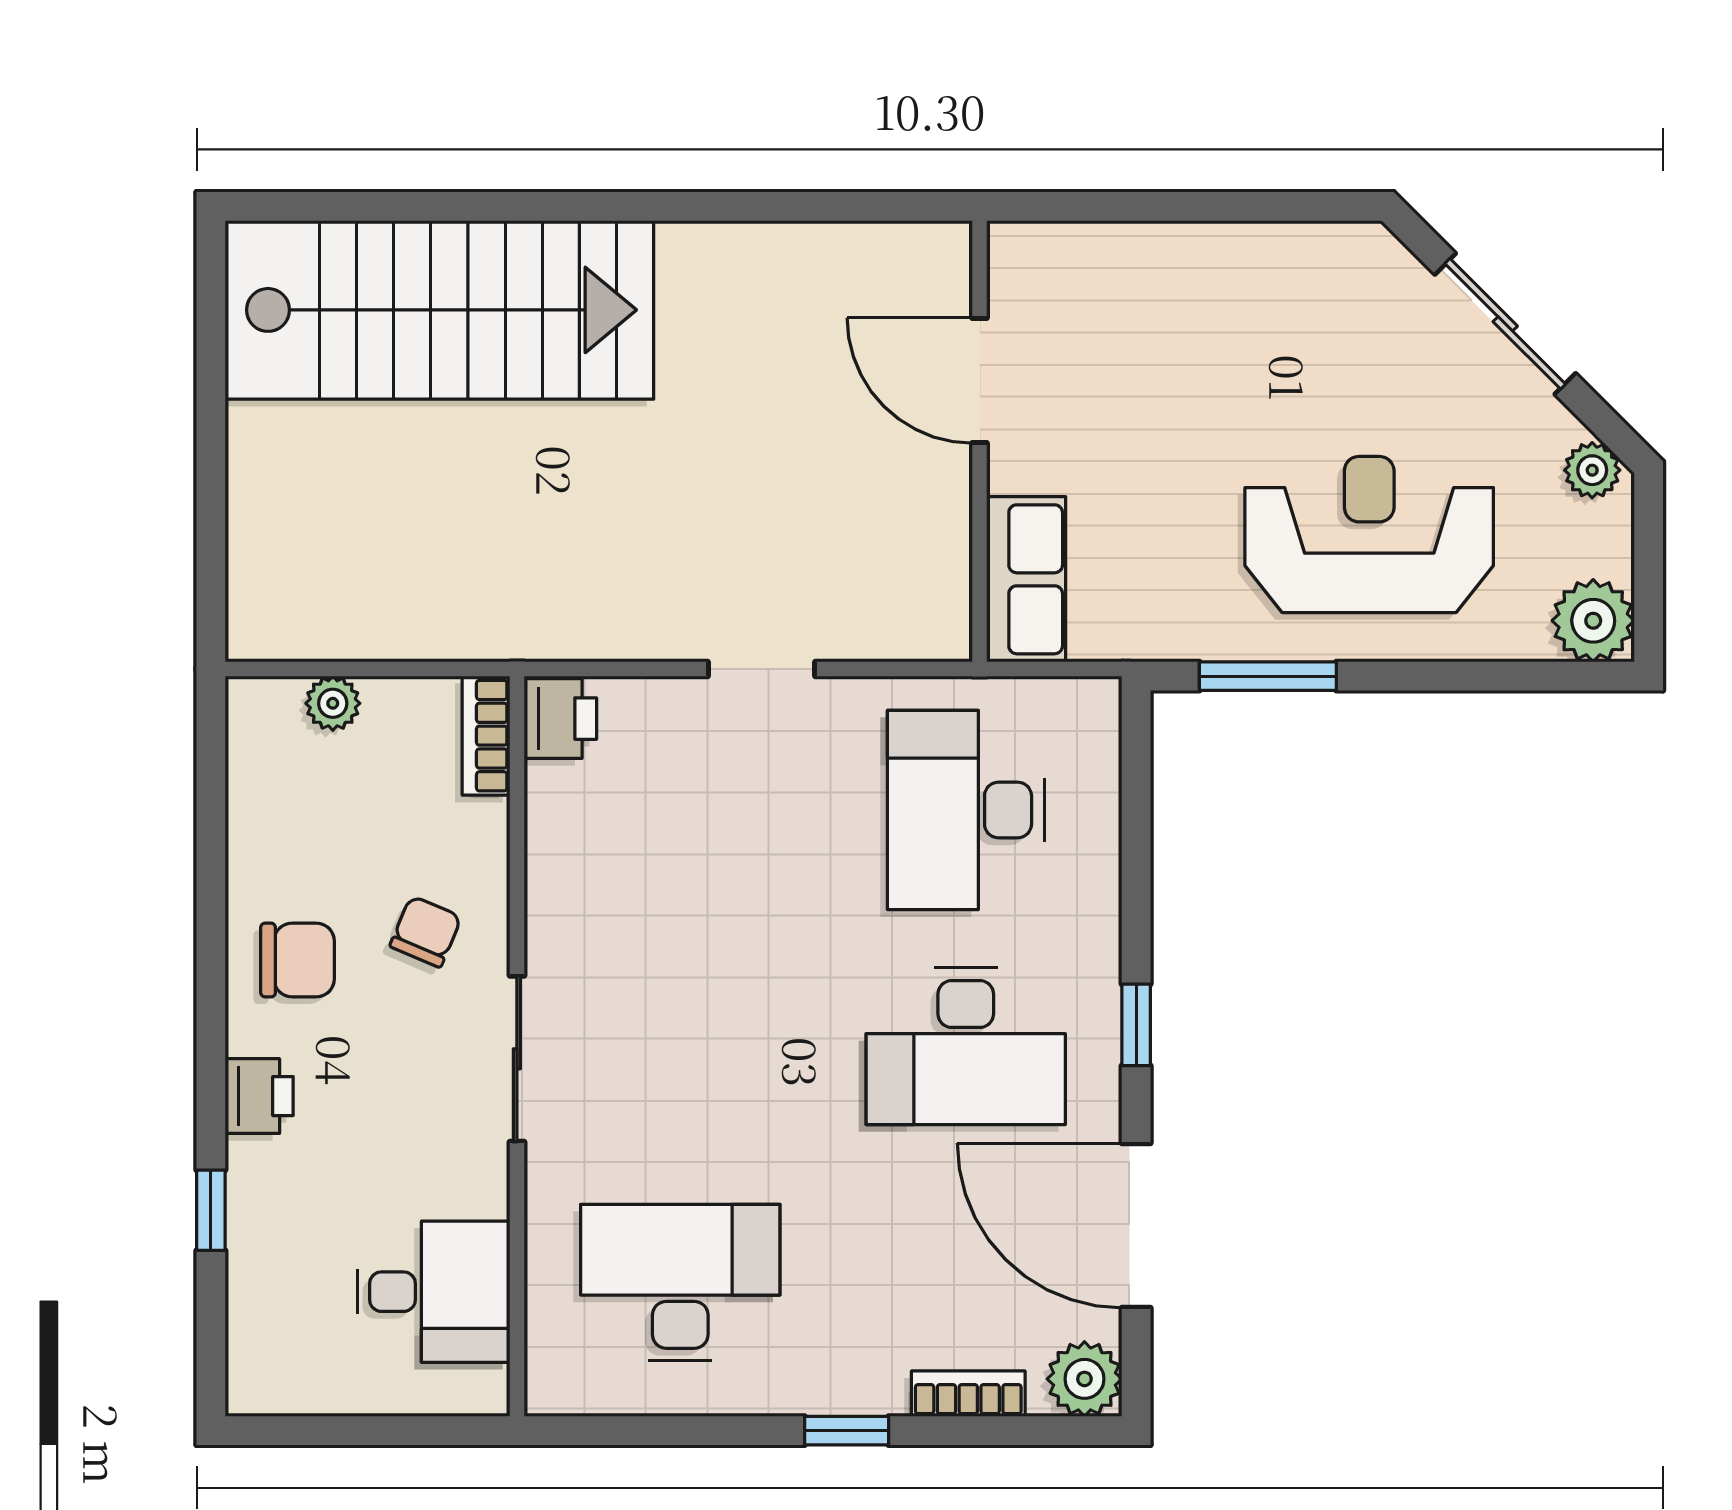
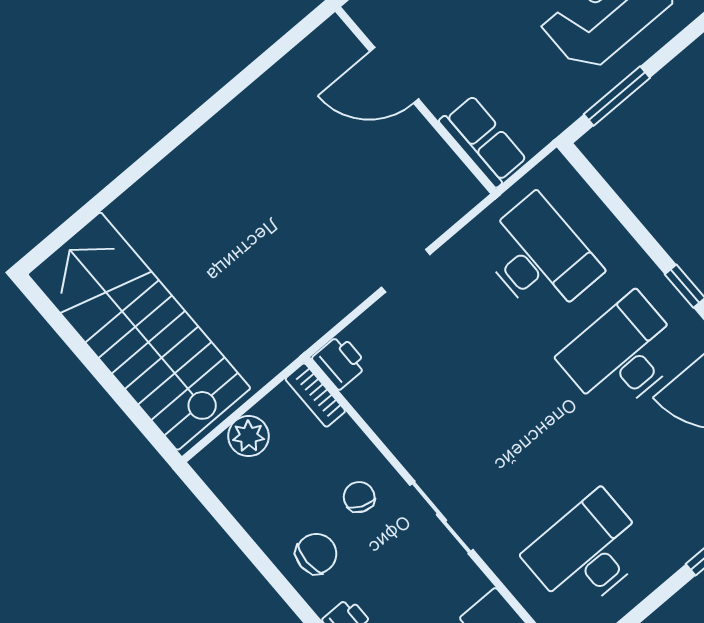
stairs: (439, 310) -> (139, 331), moved, turned -90
plant: (333, 703) -> (249, 436), width x1.38, depth x1.38
desk: (966, 810) -> (539, 257), turned 180
desk: (966, 1046) -> (622, 355), turned 180

